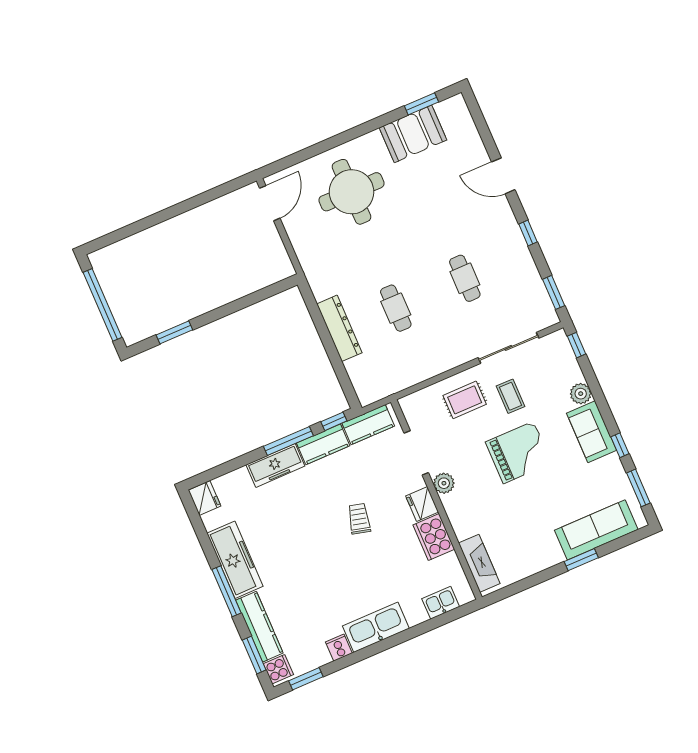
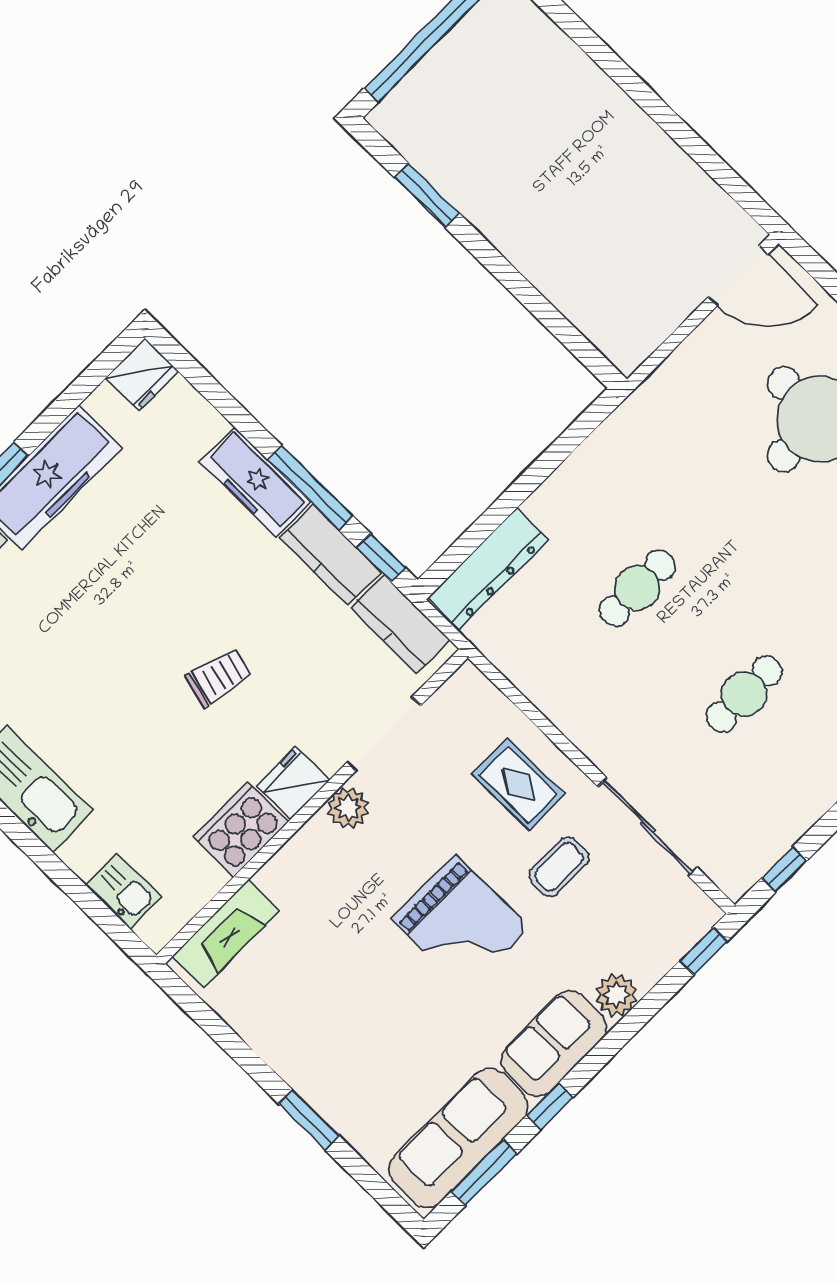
window: (554, 292) -> (784, 869), width x0.67
dresser: (339, 328) -> (488, 569), moved
sofa: (596, 530) -> (458, 1138), moved, turned -90

